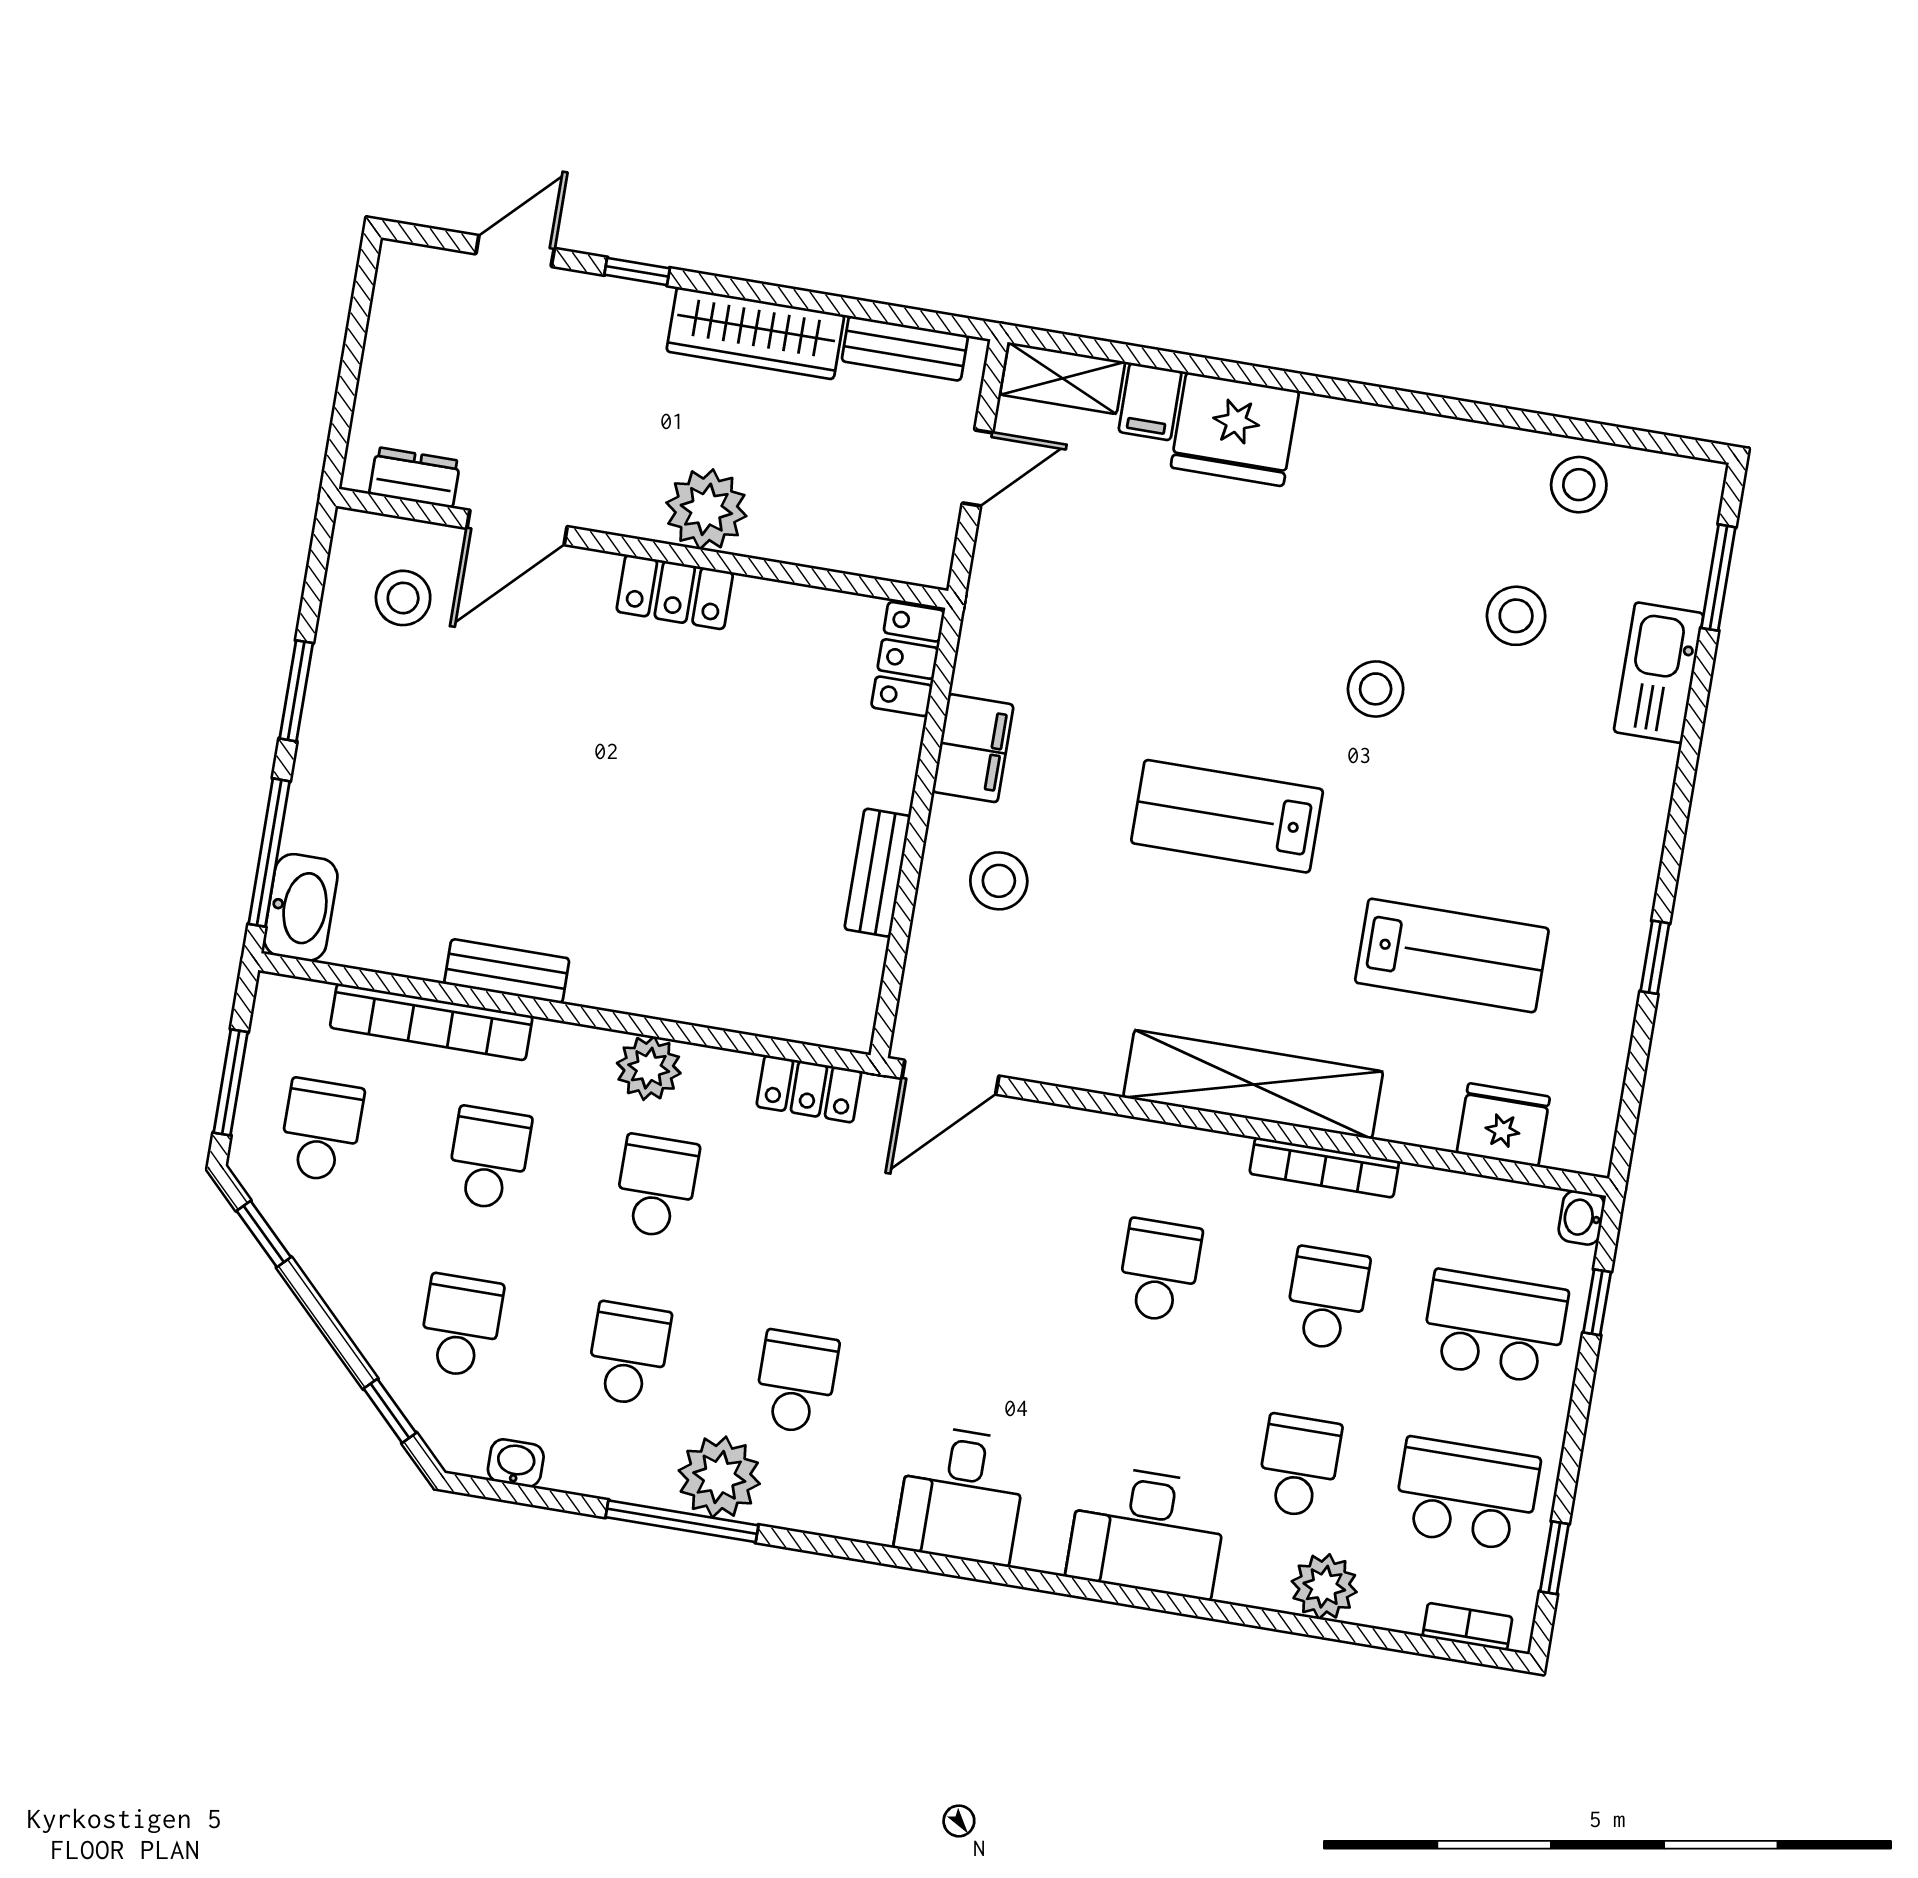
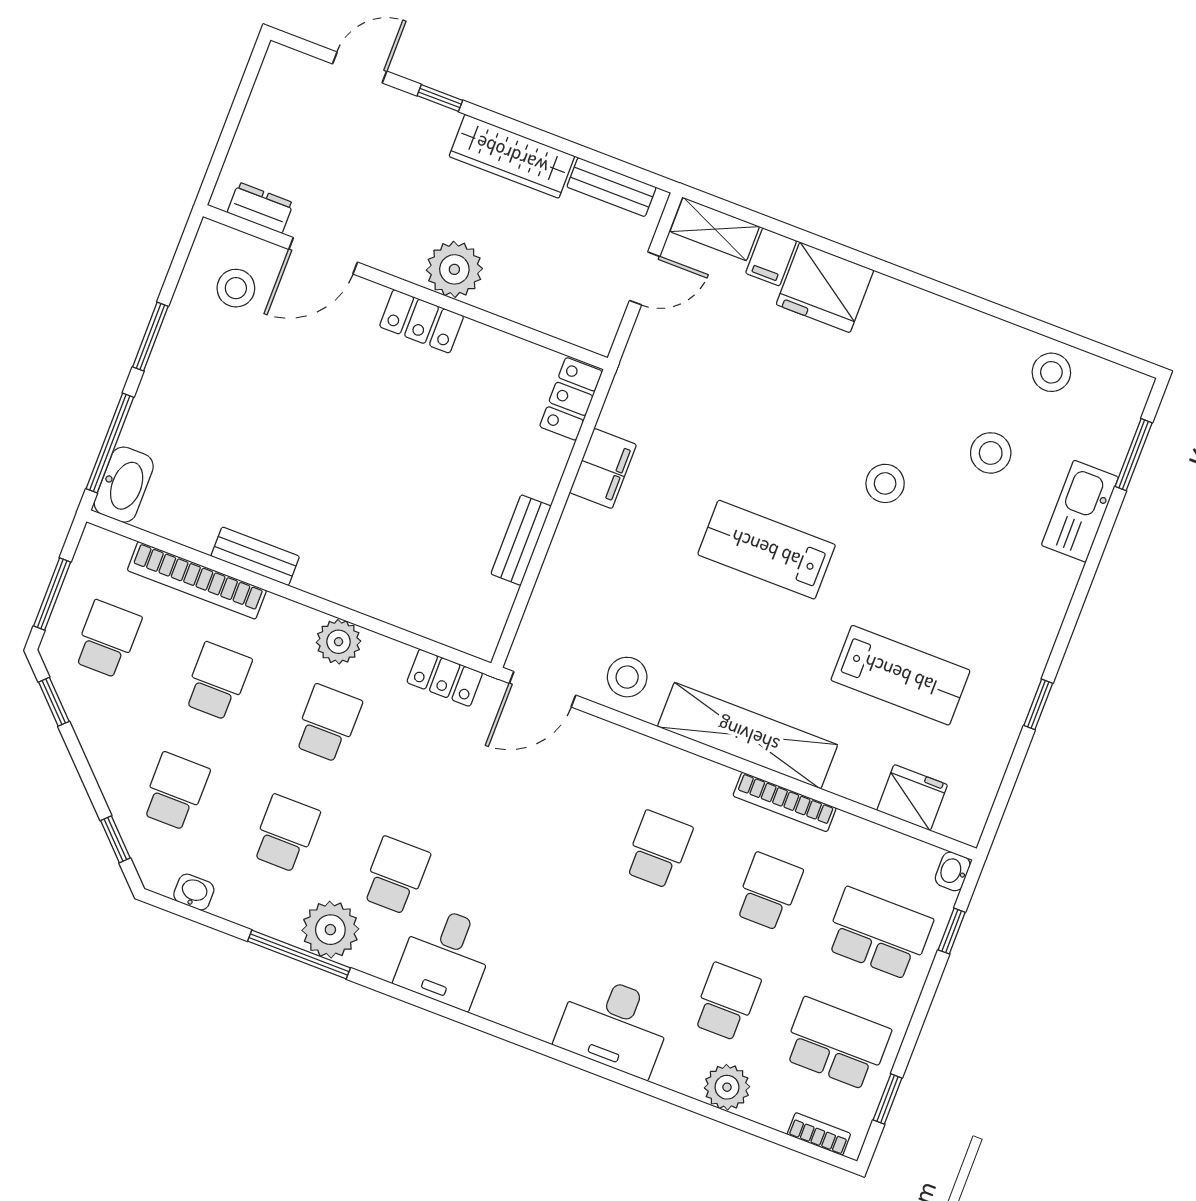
stool: (999, 881) -> (627, 677), moved
desk: (961, 1495) -> (446, 957), moved

